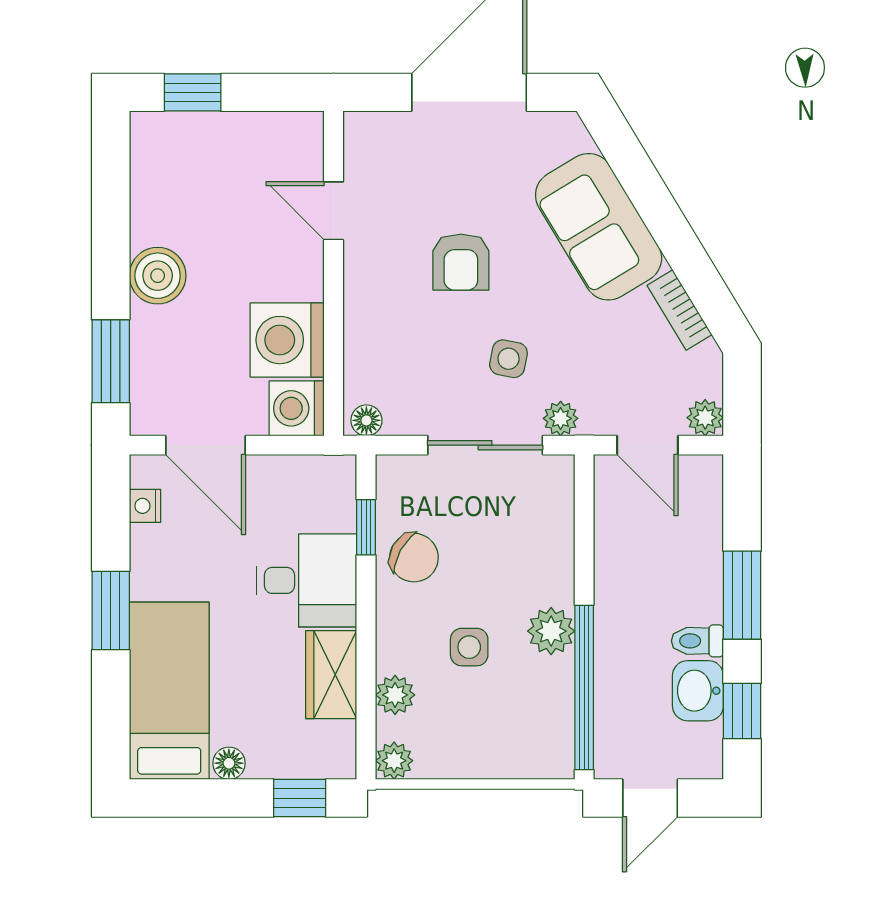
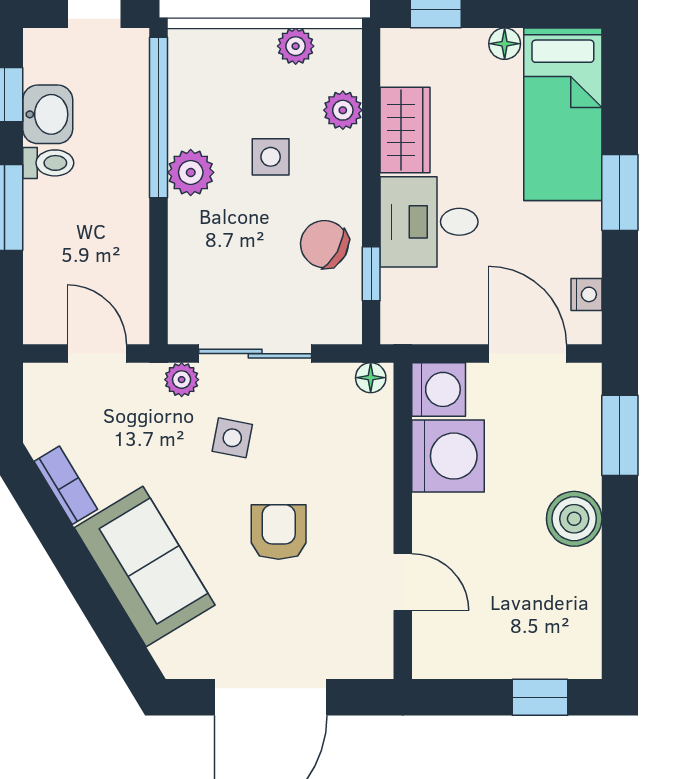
plant: (705, 418) -> (41, 380), removed
plant: (394, 761) -> (296, 46), moved

